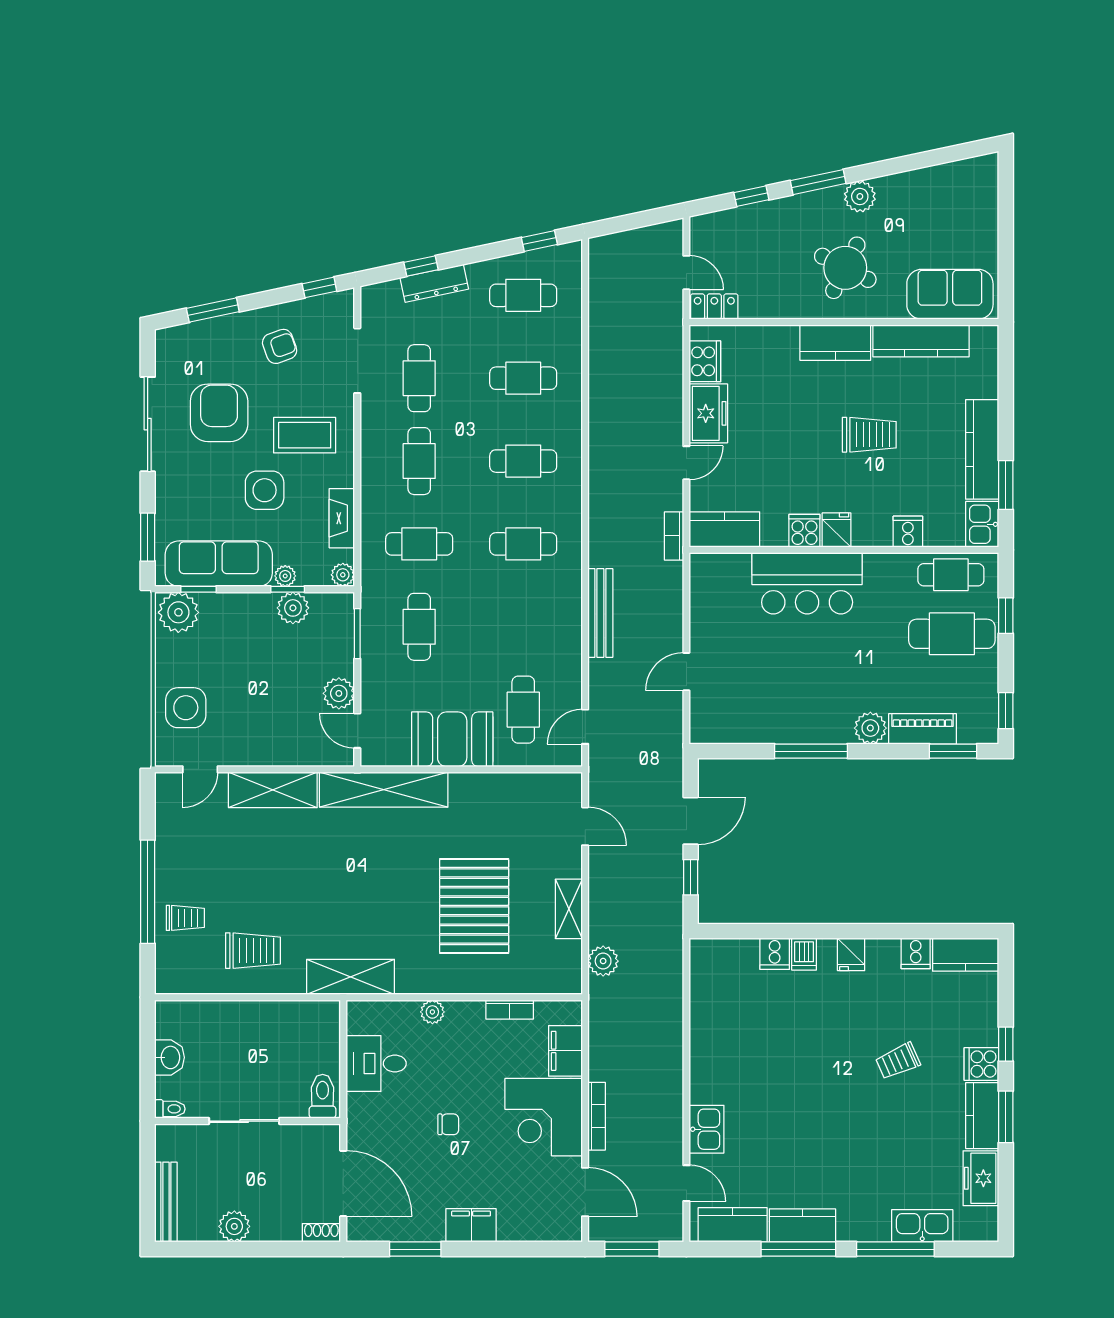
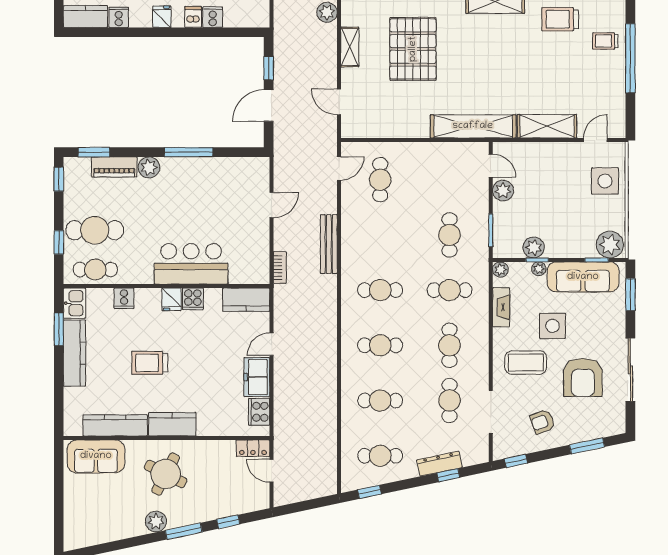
bookcase: (674, 536) -> (280, 268), moved
booth: (452, 739) -> (428, 160), removed

